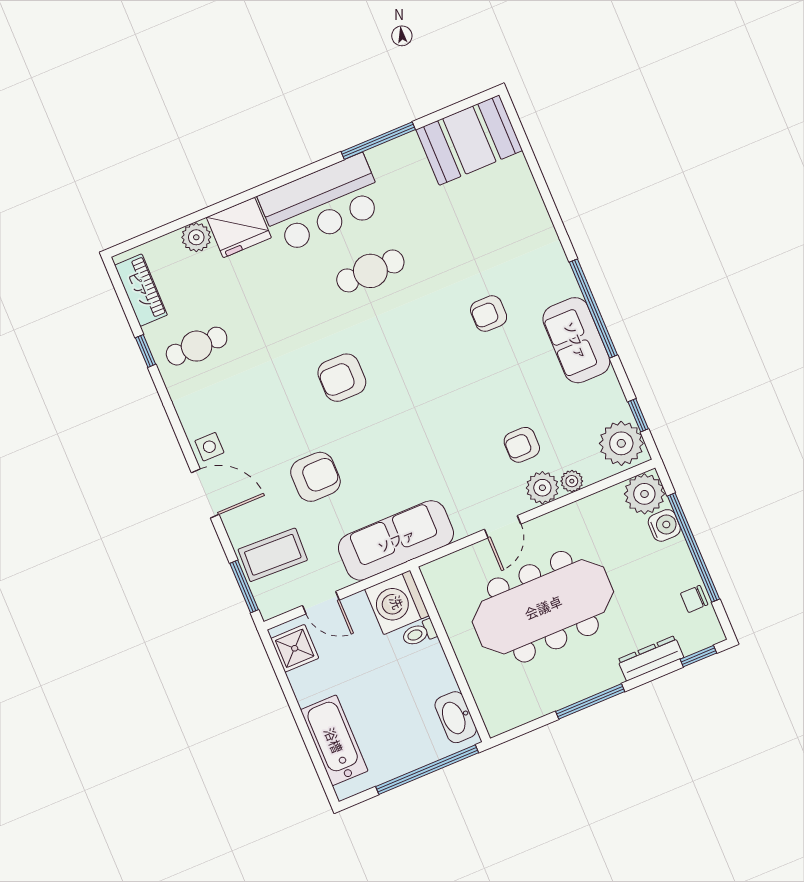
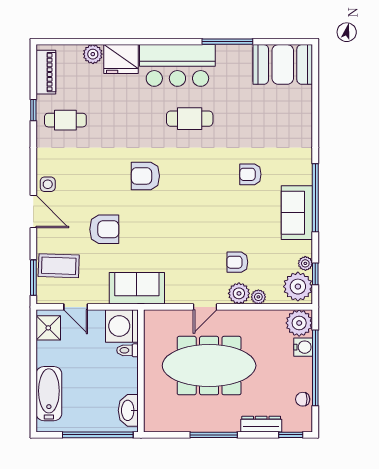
plant: (618, 406) -> (305, 263), added
sofa: (396, 540) -> (137, 288), width x0.73

